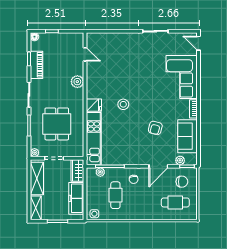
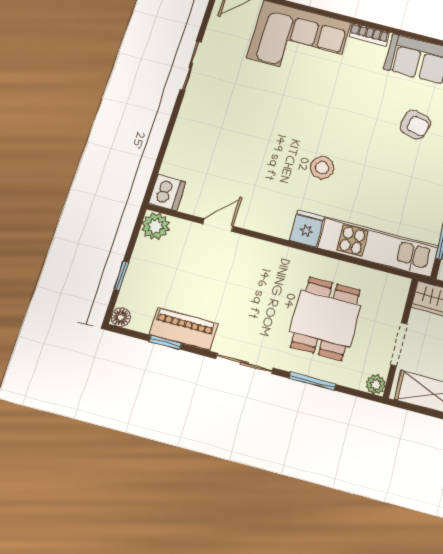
dishwasher: (93, 39) -> (167, 193), added
door: (85, 54) -> (218, 225), moved
plant: (77, 82) -> (156, 226), moved
dining table: (57, 124) -> (326, 318), turned 90
armchair: (155, 128) -> (415, 125), moved

